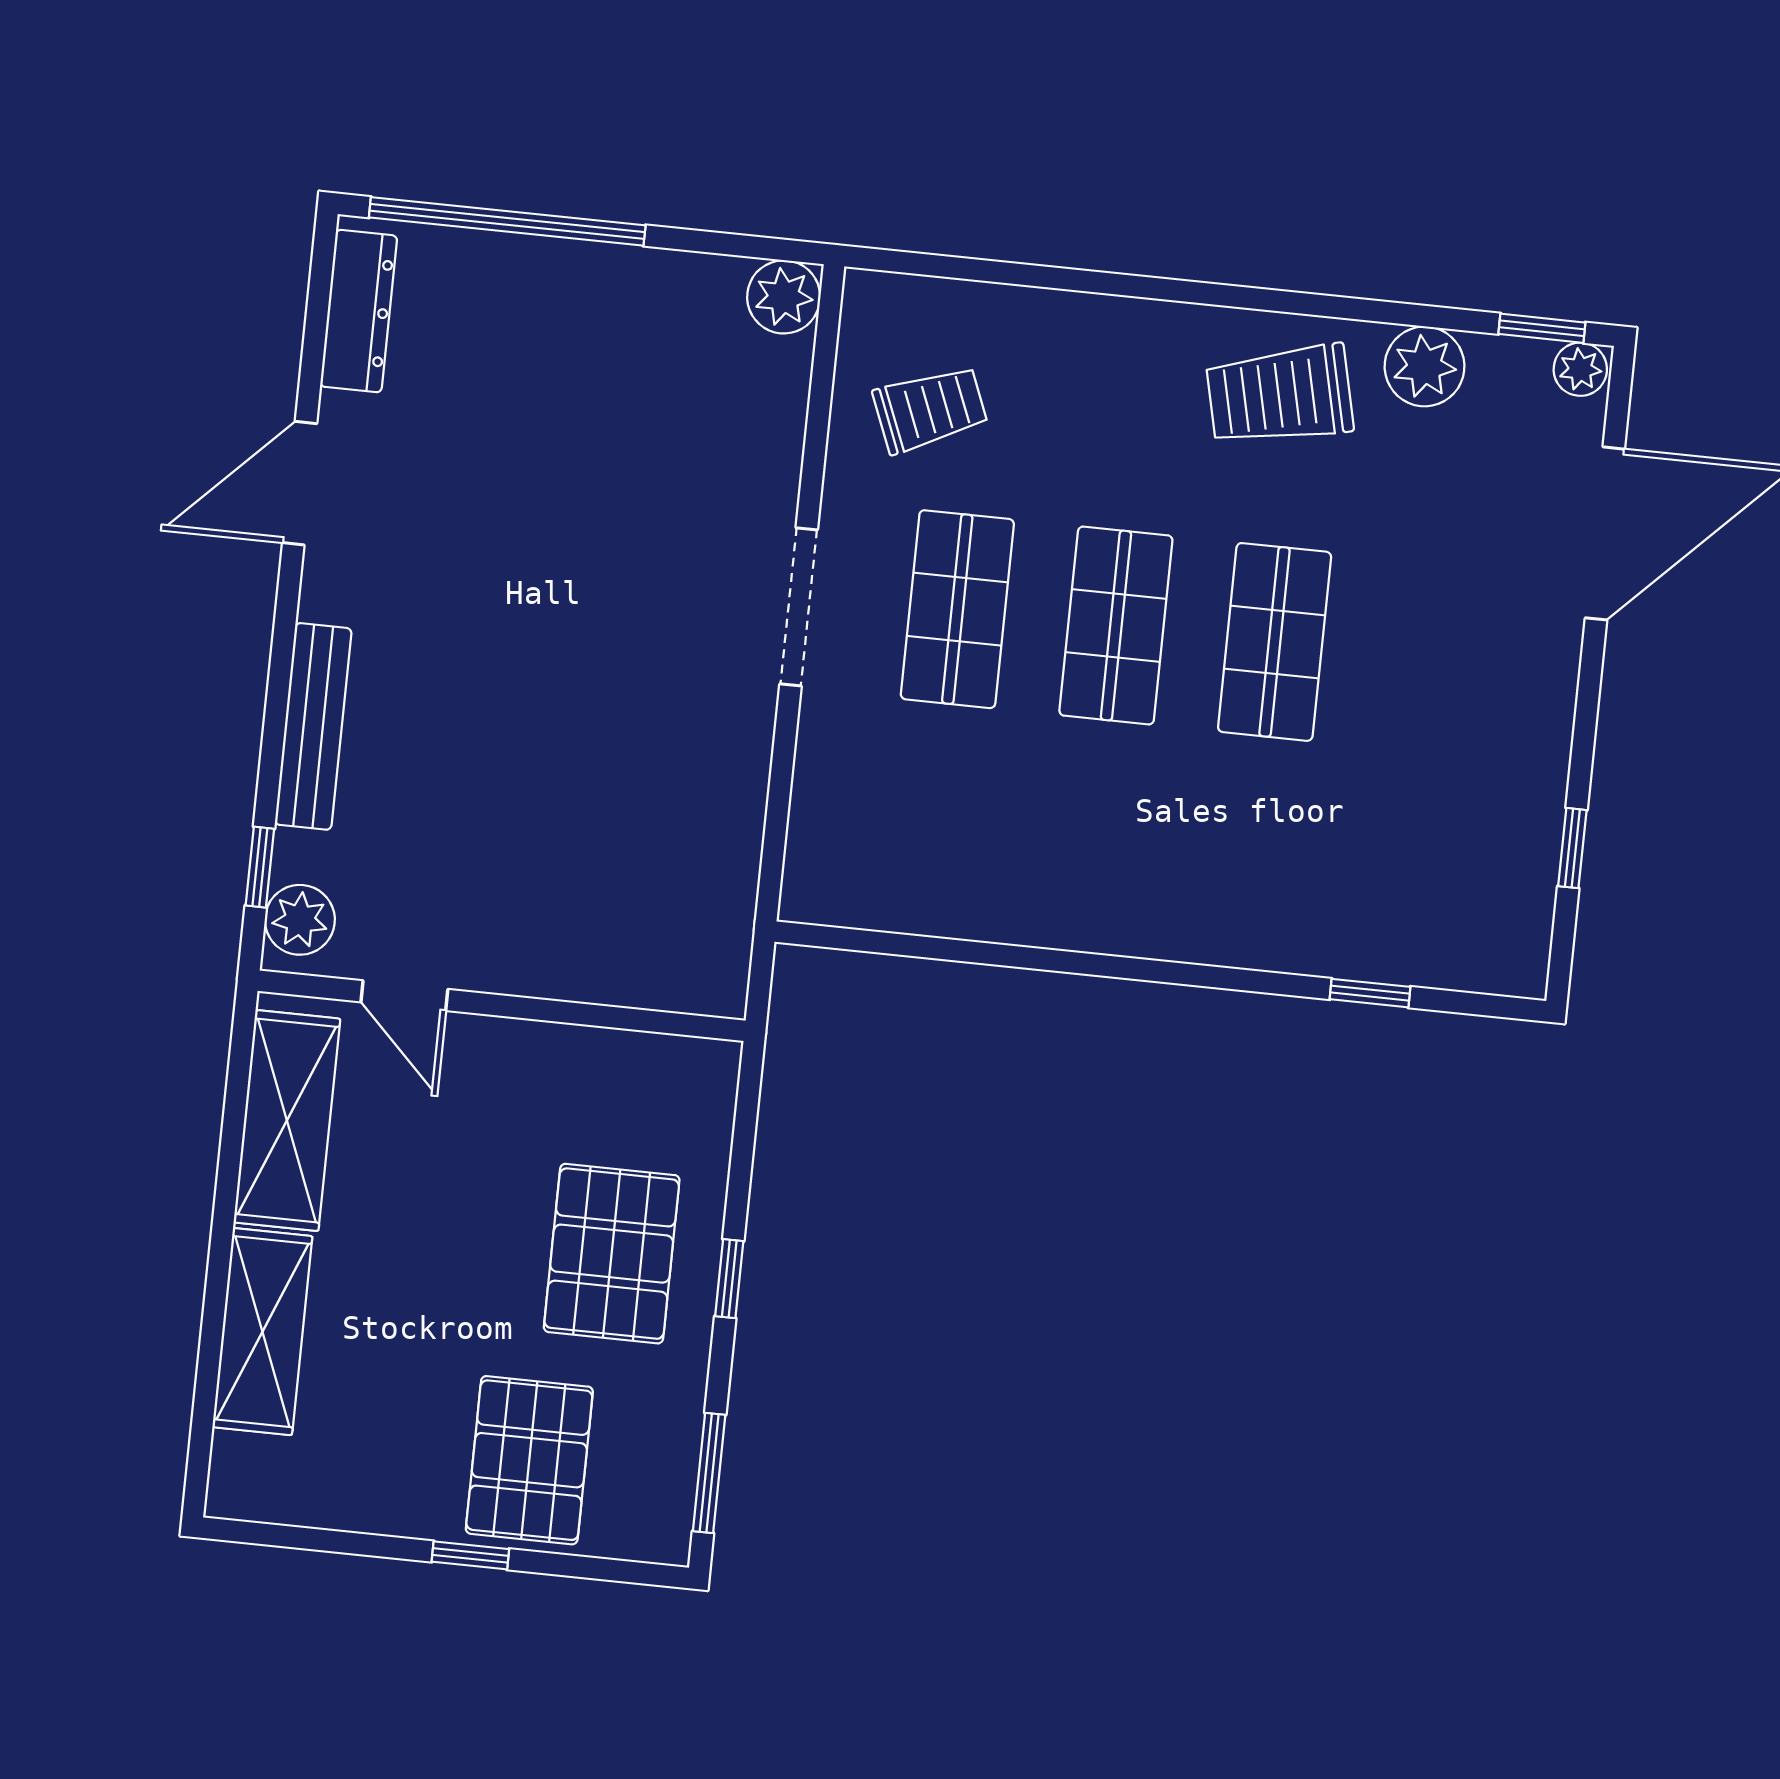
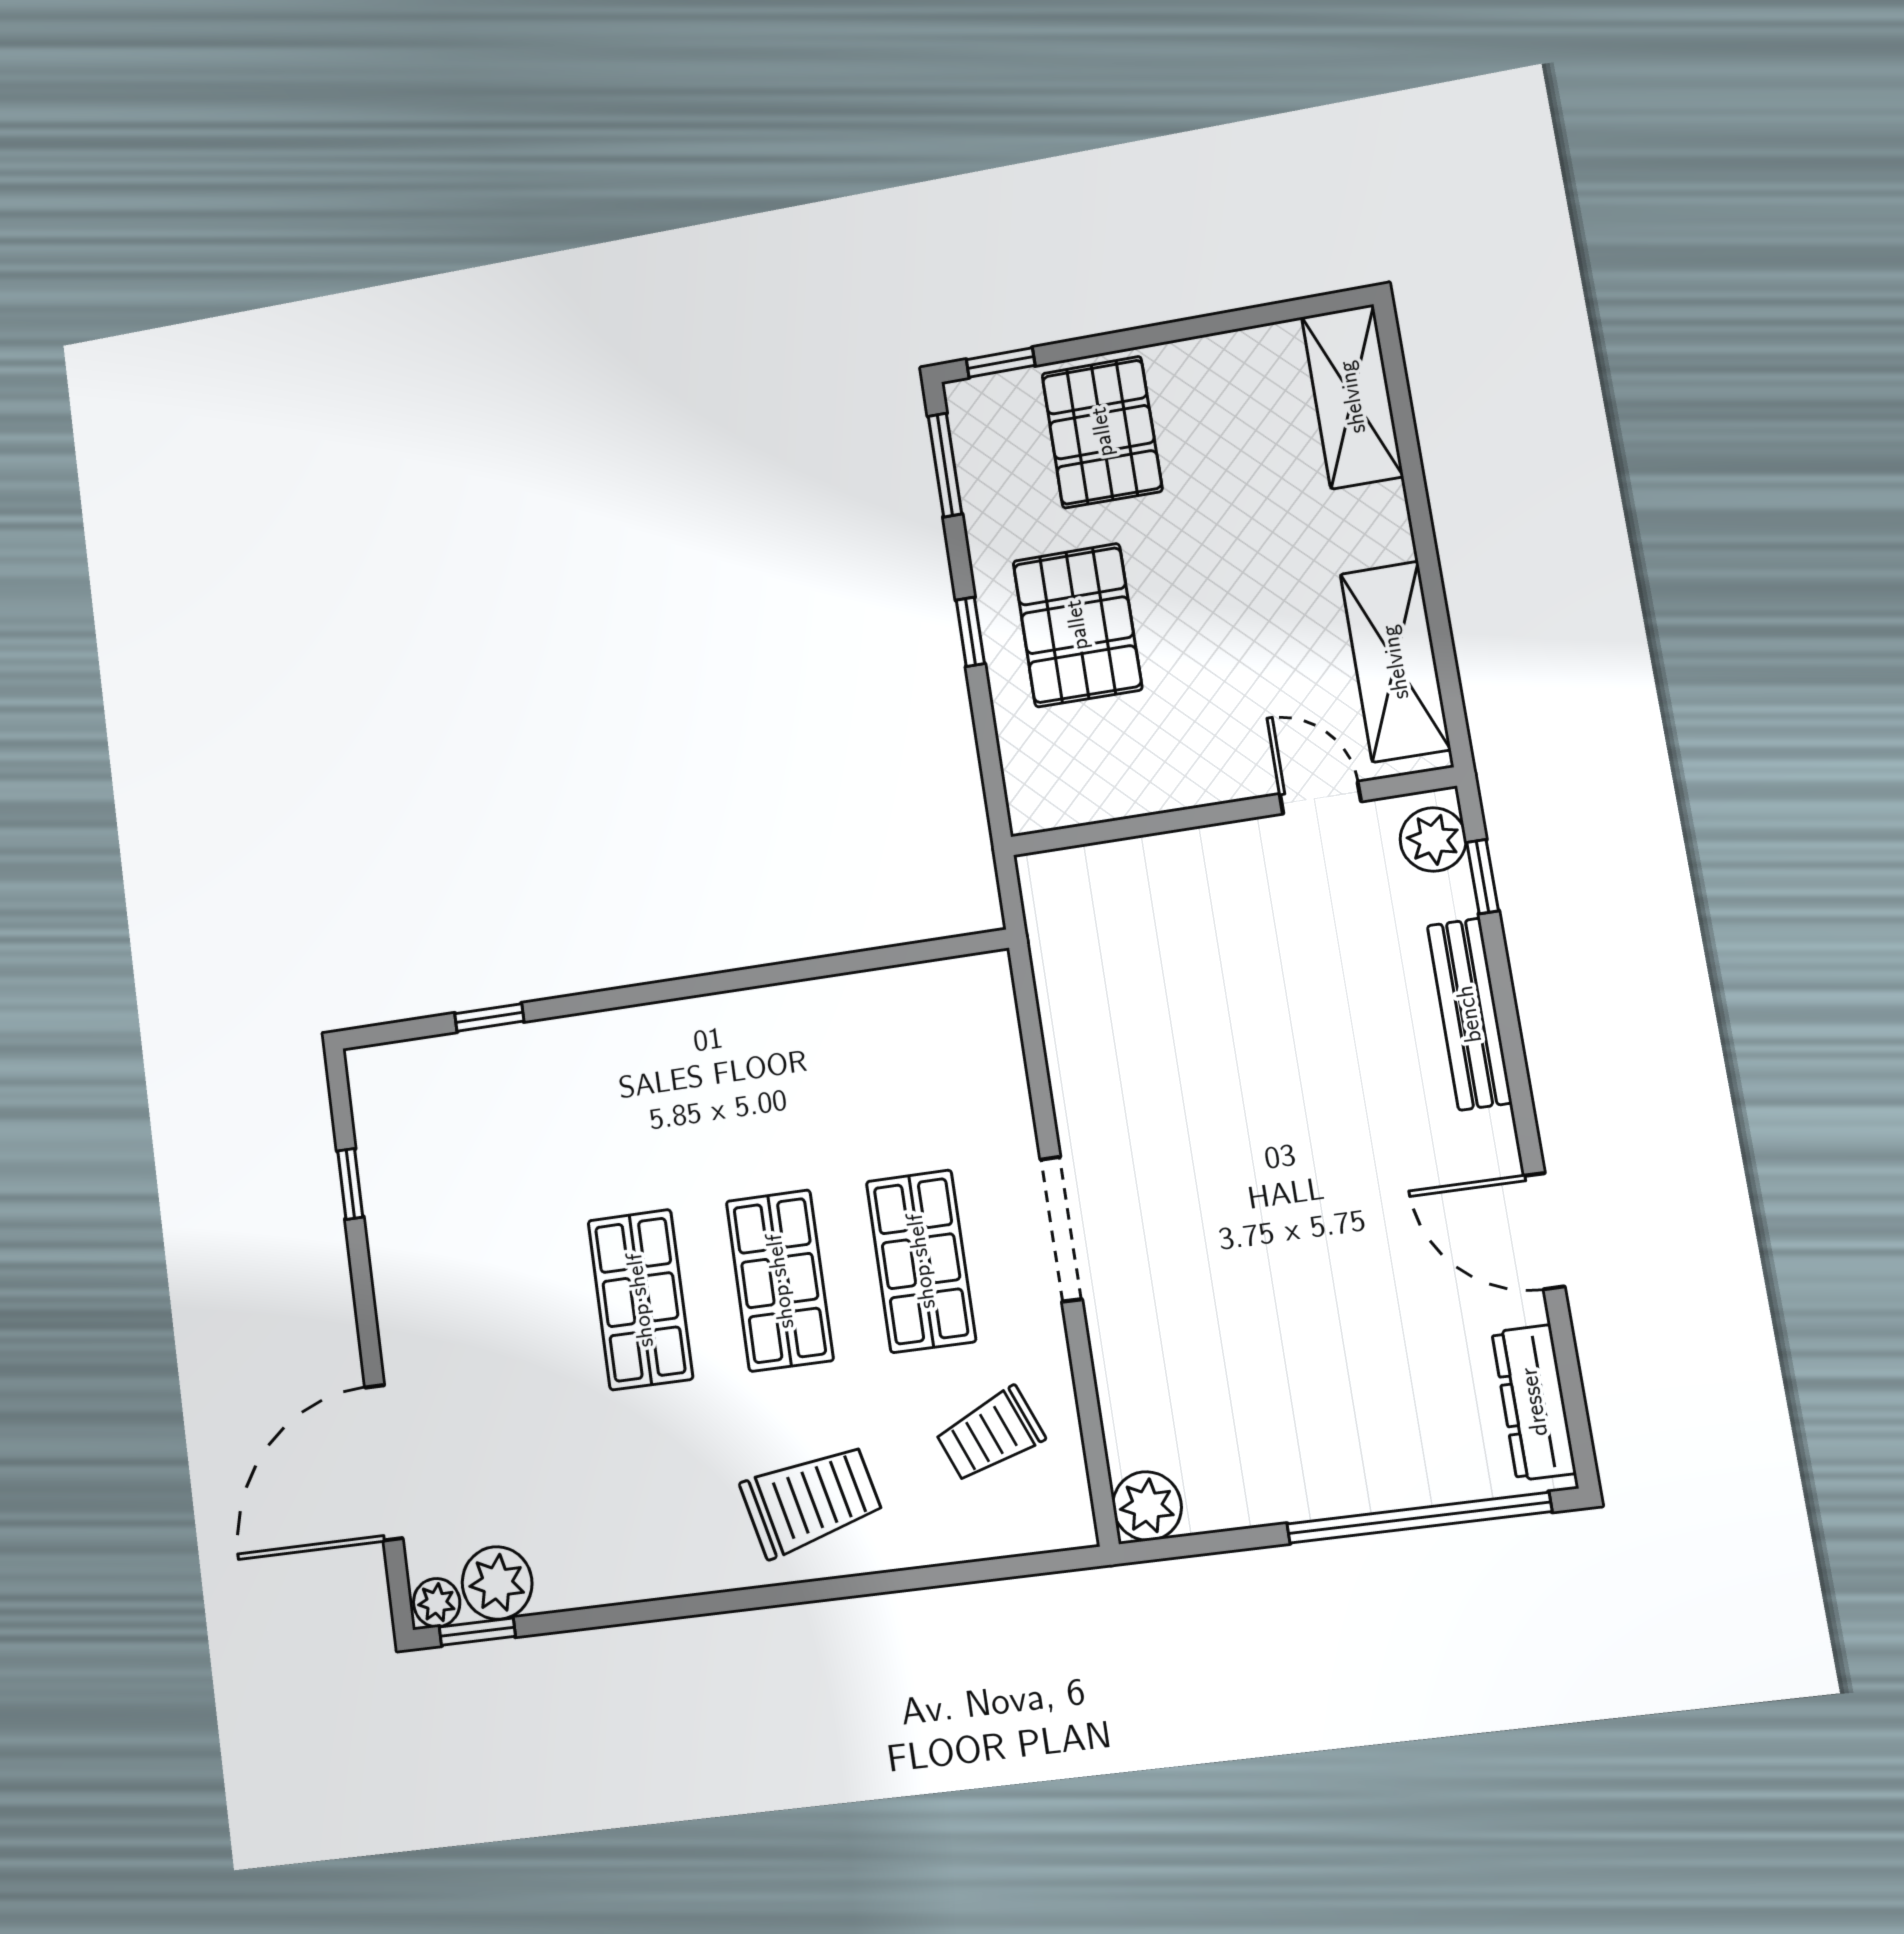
plant: (1425, 366) -> (497, 1583), moved
trolley: (1280, 395) -> (811, 1500), moved
door: (300, 483) -> (1544, 1231), swing flipped
shelving: (262, 1332) -> (1352, 397), moved
window: (470, 1555) -> (1001, 363), moved

